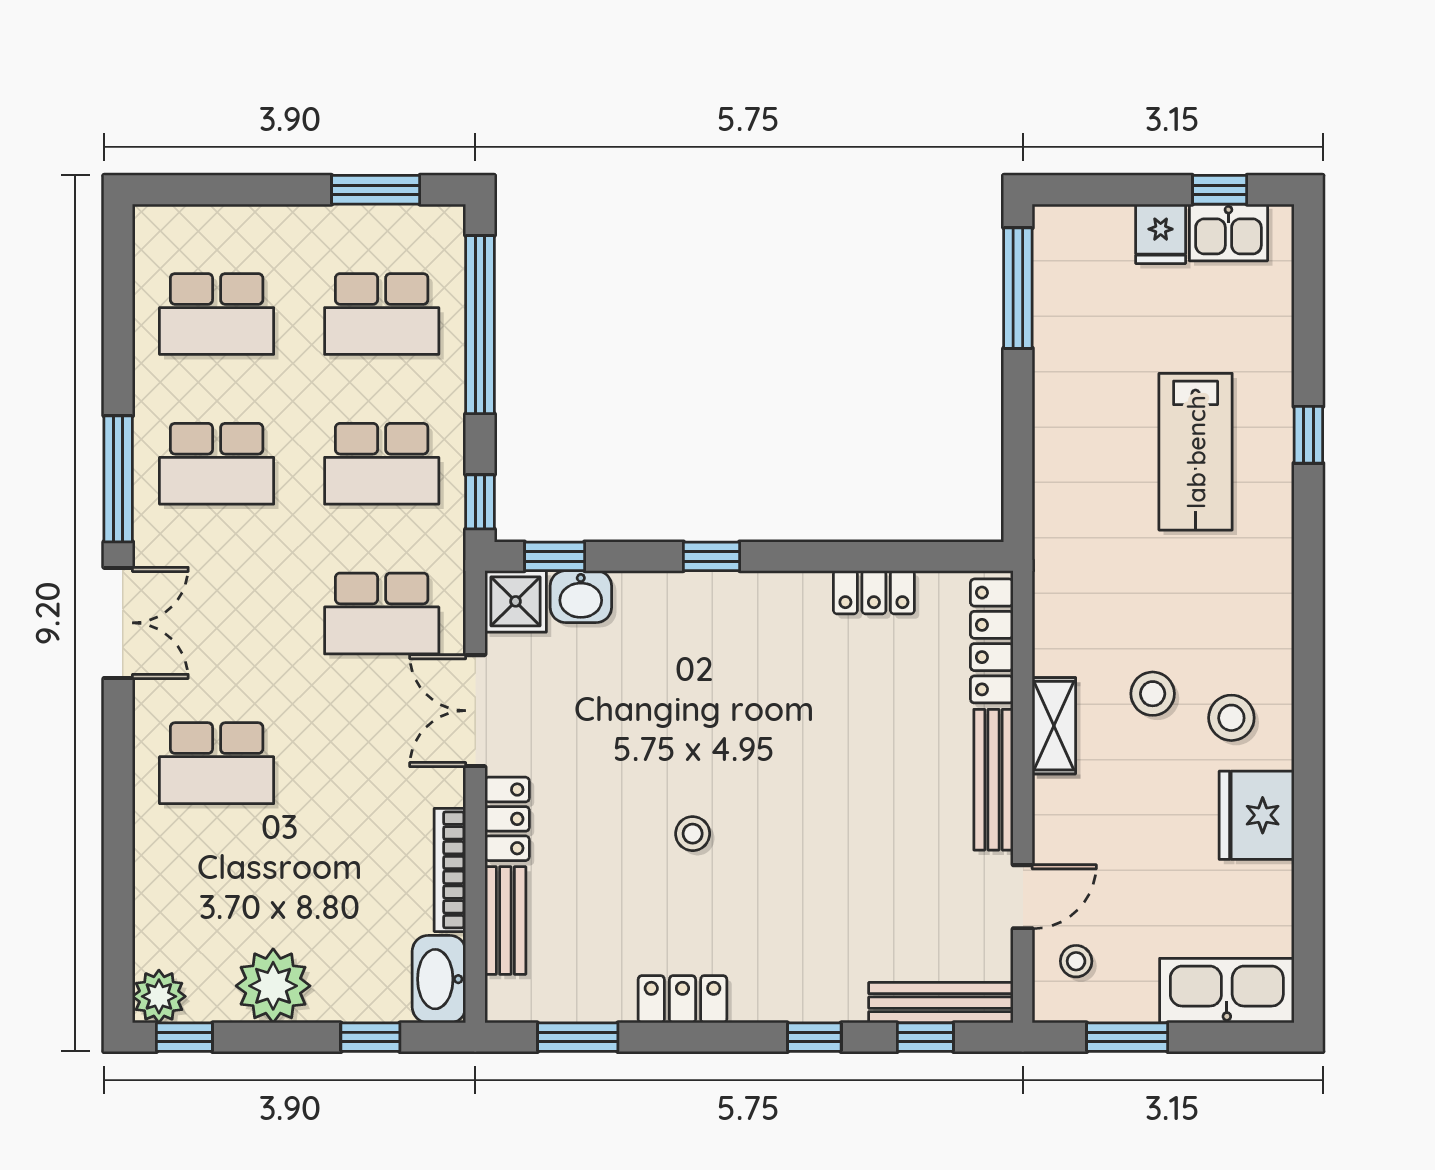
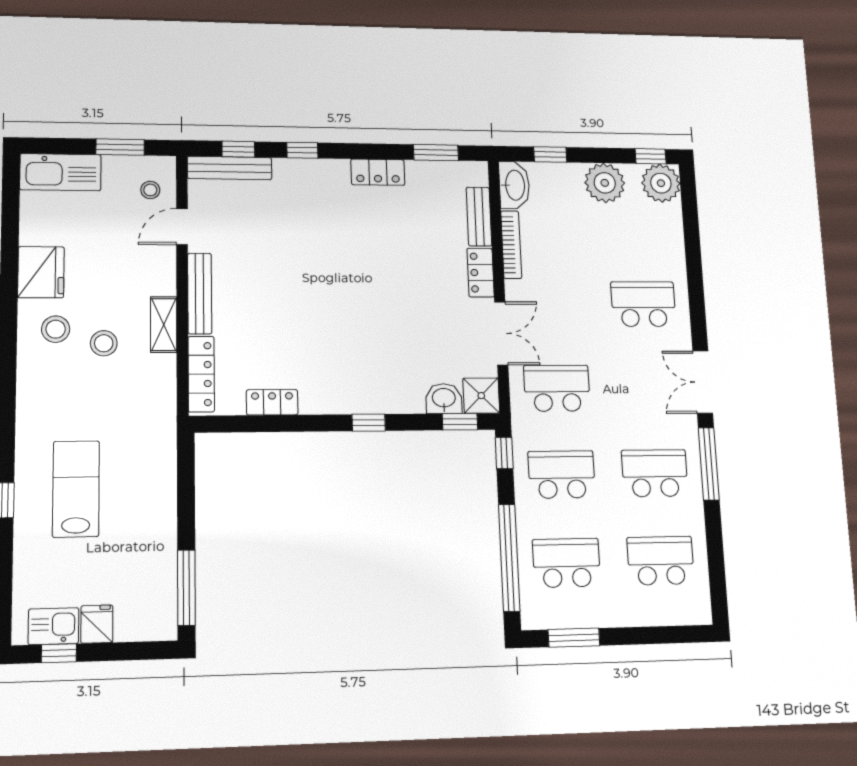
stool: (693, 834) -> (375, 264), removed
plant: (159, 996) -> (661, 183), width x1.36, depth x1.36

